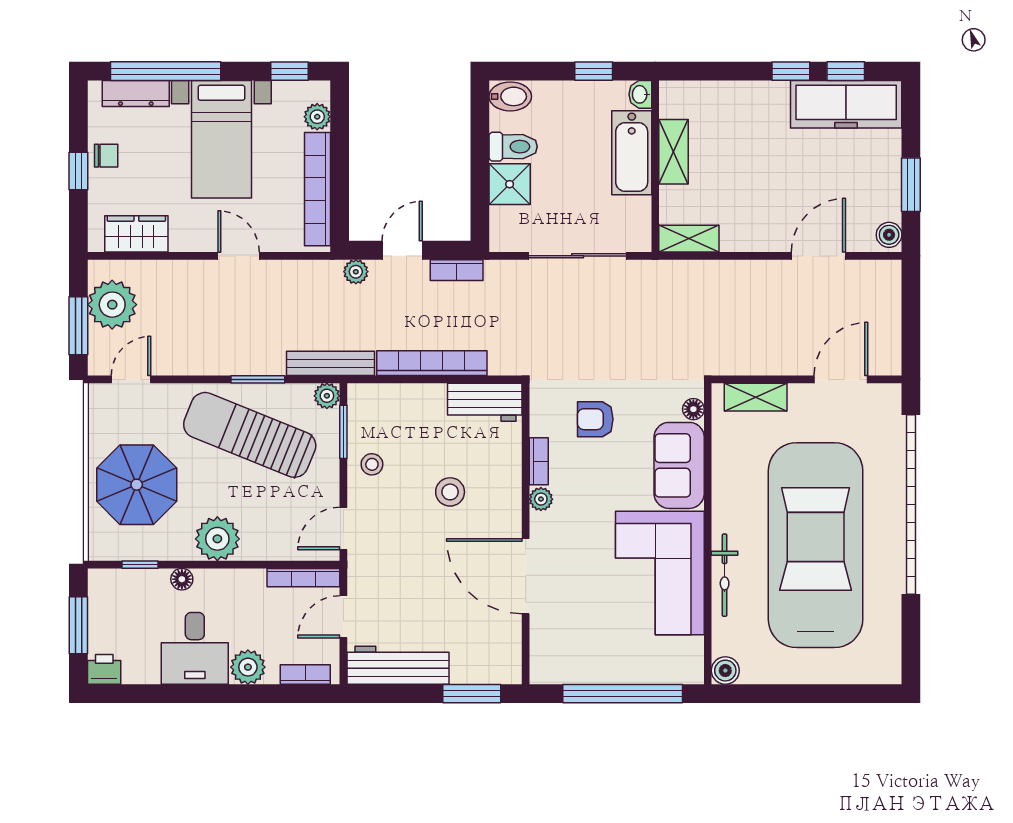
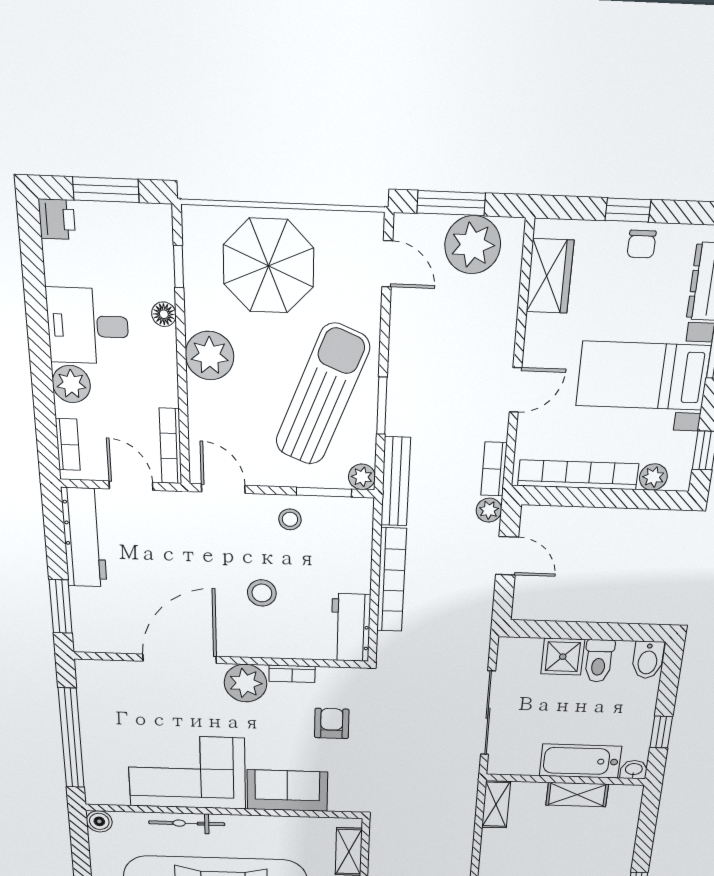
bookcase: (457, 270) -> (494, 469), moved
floor lamp: (693, 409) -> (339, 803), removed
plant: (541, 499) -> (246, 683), width x1.88, depth x1.88

